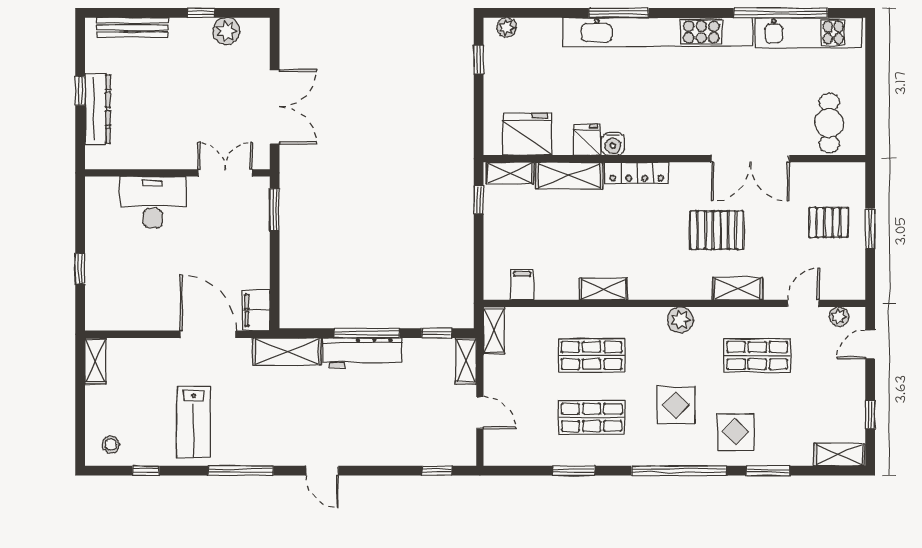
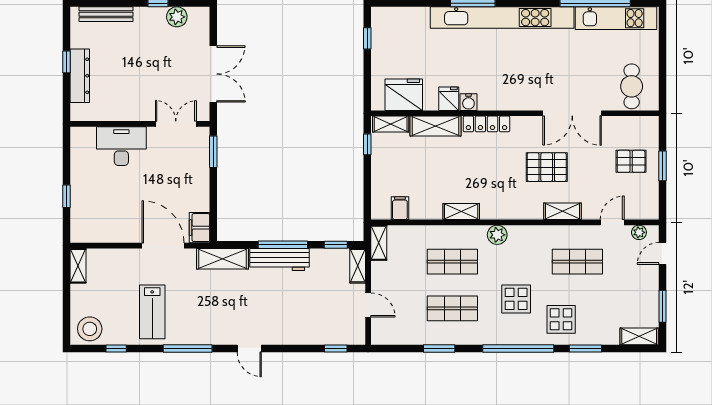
plant: (506, 27) -> (388, 14), removed
plant: (680, 320) -> (497, 235), moved
window: (870, 415) -> (663, 306), width x1.50
stool: (111, 445) -> (90, 329), width x1.89, depth x1.89

